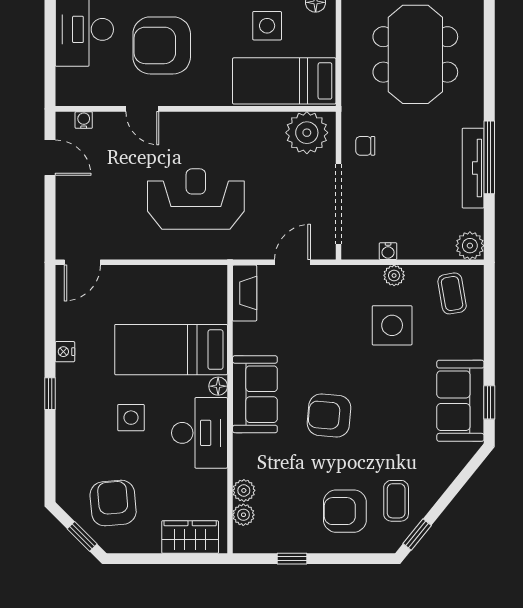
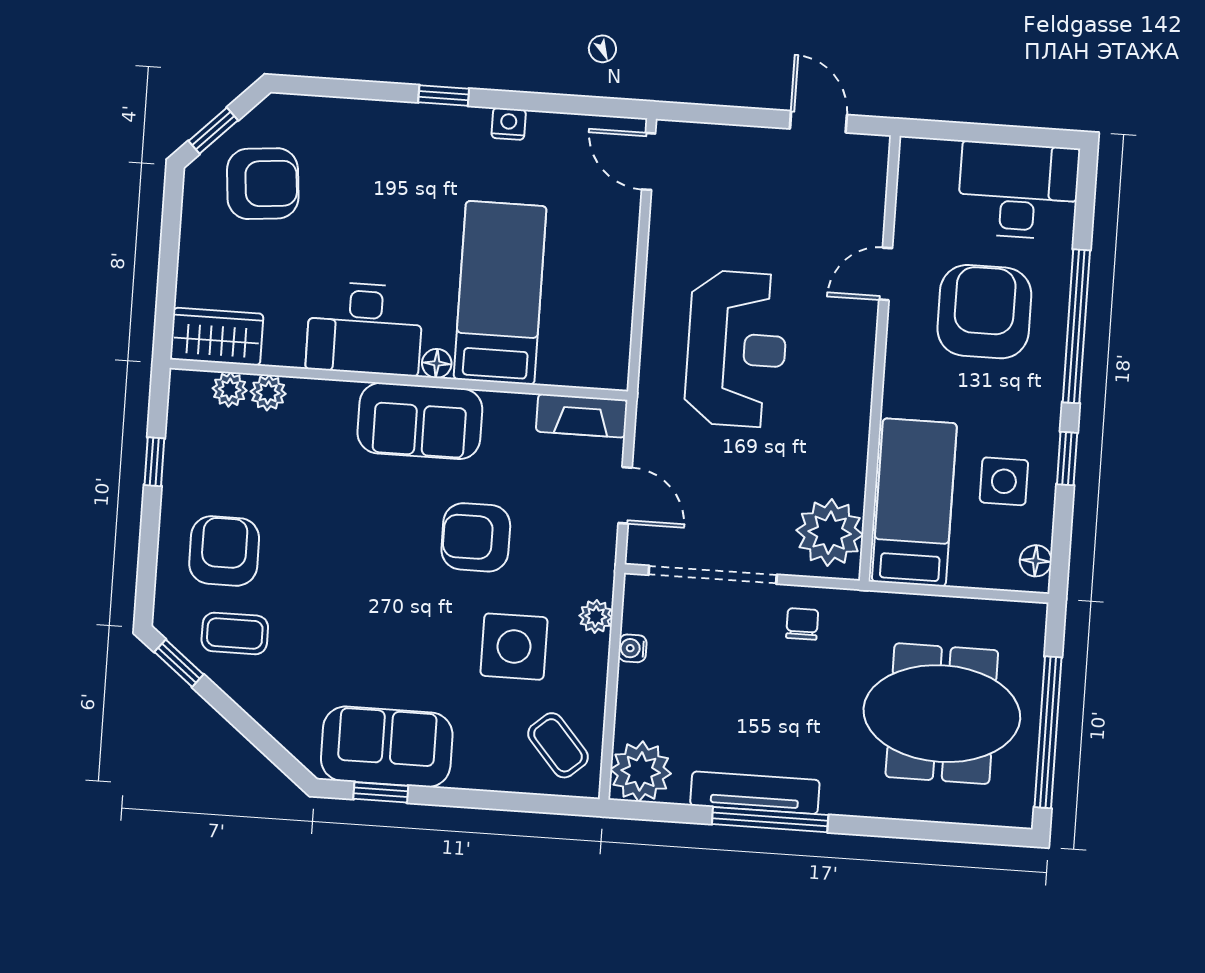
water cooler: (84, 120) -> (874, 179), removed
door: (50, 158) -> (818, 122), swing flipped
plant: (470, 246) -> (641, 771), width x1.36, depth x1.36
plant: (394, 275) -> (596, 616), moved
coffee table: (452, 293) -> (558, 745), turned 59
armchair: (329, 415) -> (476, 537), moved, turned -95
side table: (131, 418) -> (396, 222), removed
wardrobe: (190, 537) -> (217, 337), moved, turned -90

